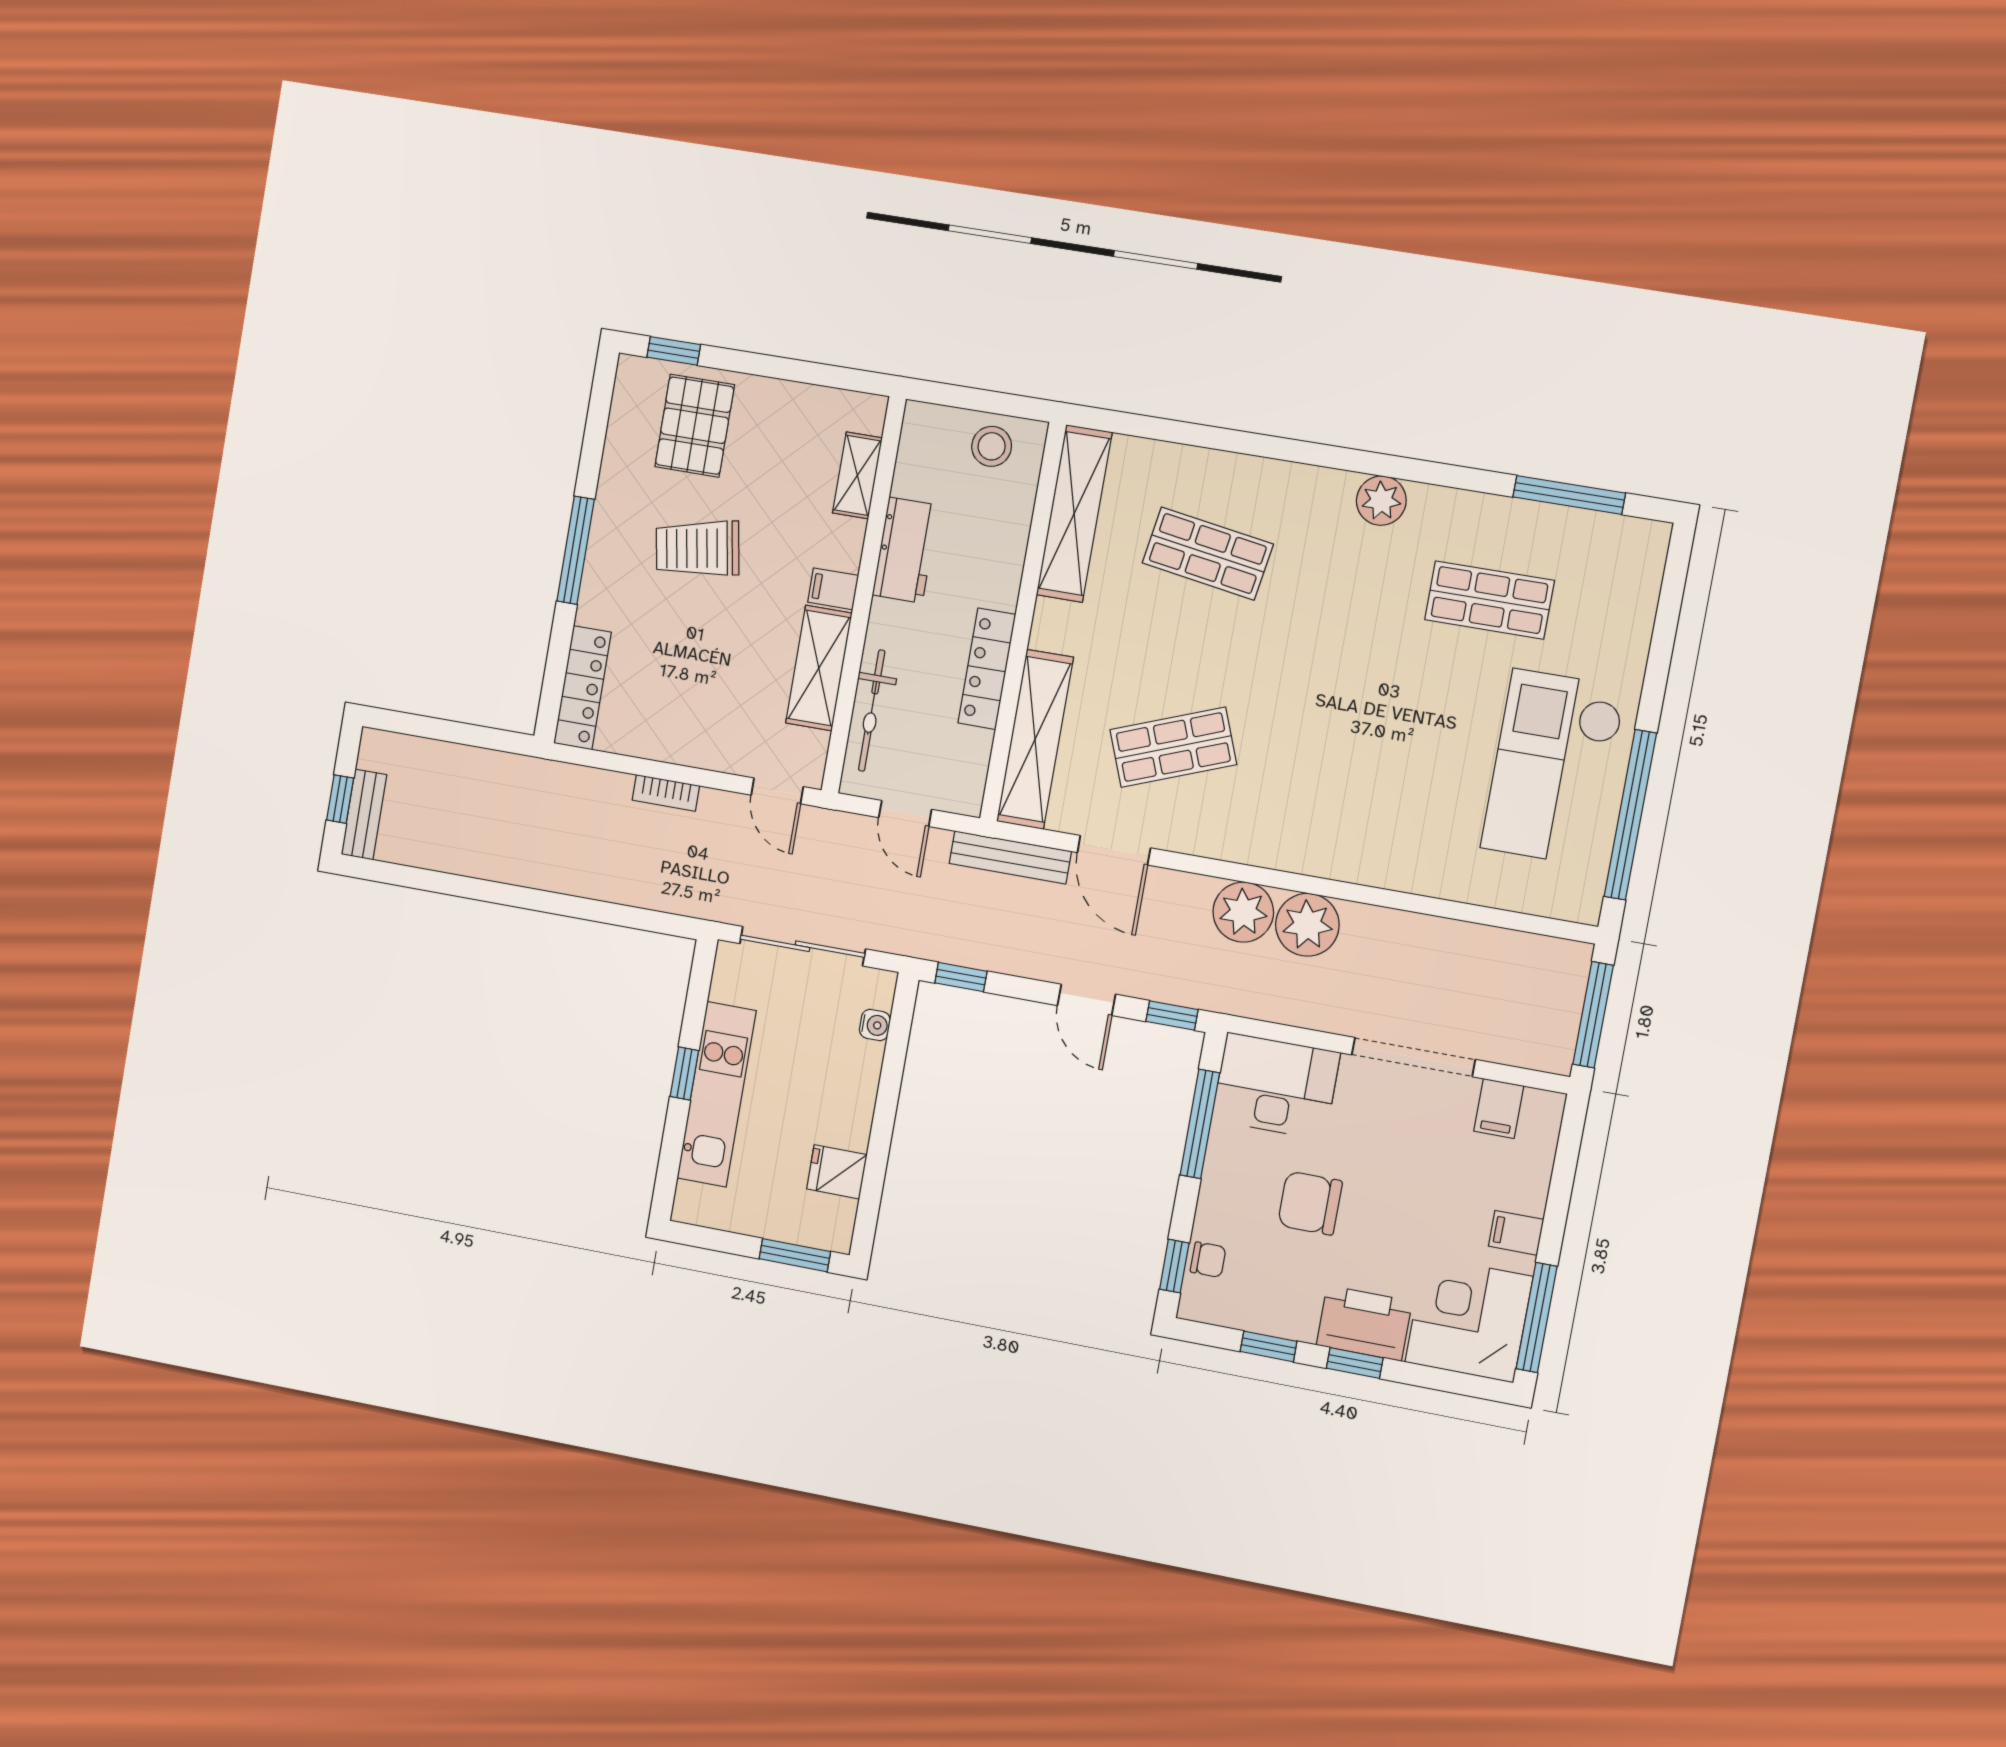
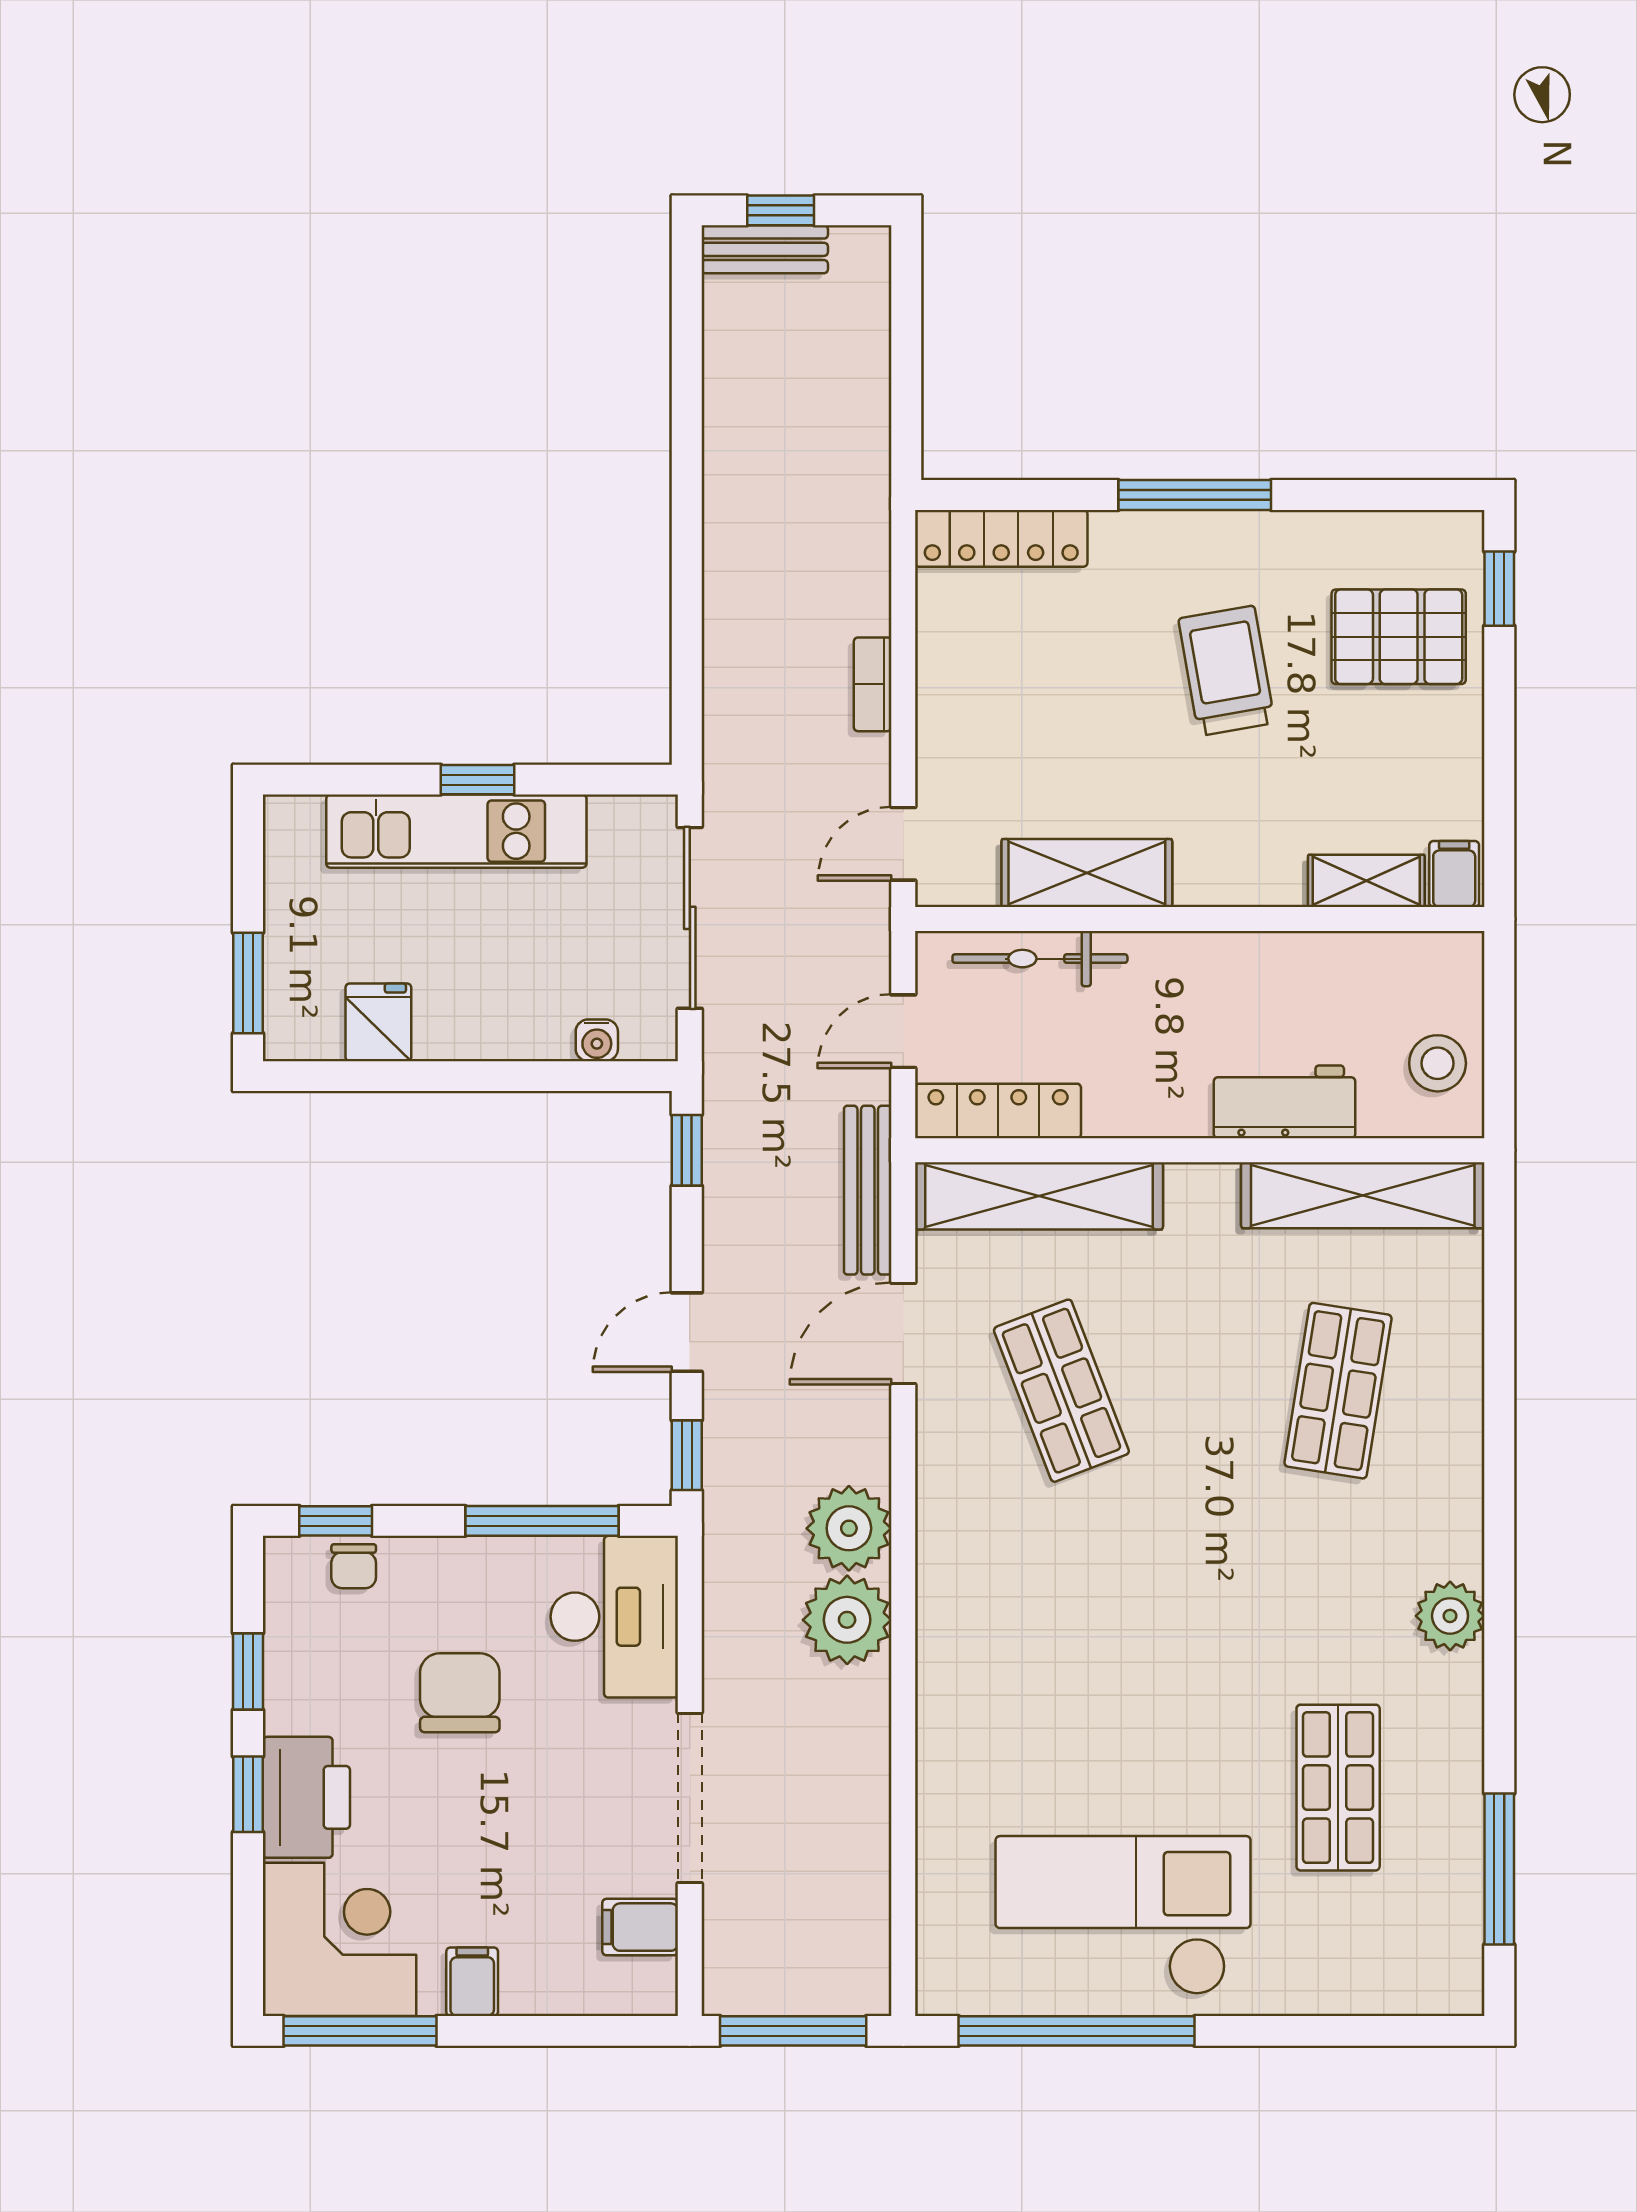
workbench: (906, 550) -> (1284, 1102), moved, turned 180
filing cabinet: (833, 589) -> (1454, 874), moved
locker: (987, 669) -> (998, 1111), moved

